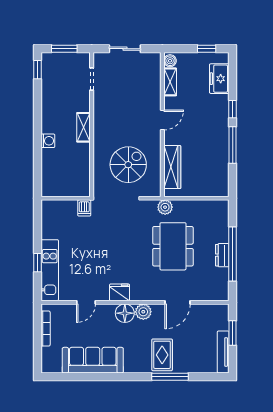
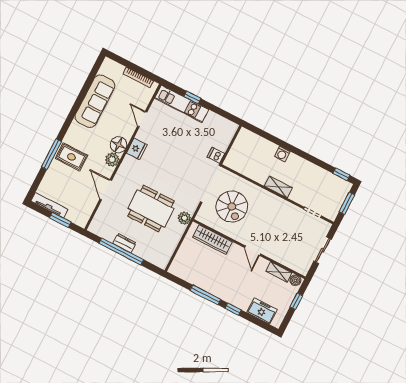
window: (207, 49) -> (296, 301), moved

